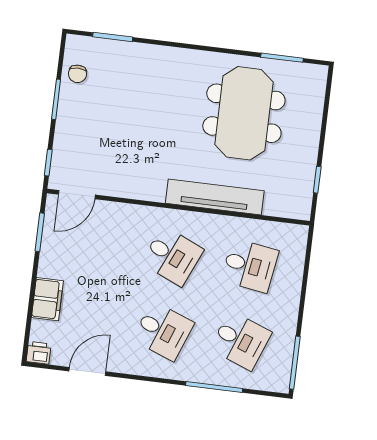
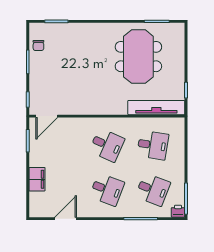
tv unit: (215, 197) -> (156, 108), moved
printer: (39, 353) -> (178, 211), moved

